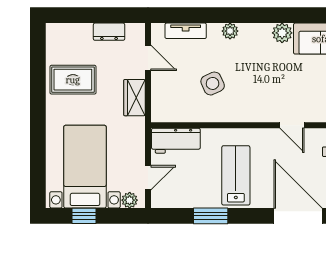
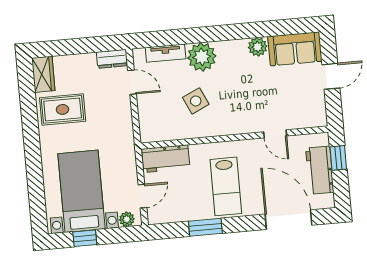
plant: (230, 31) -> (202, 57), width x1.87, depth x1.87
dresser: (109, 32) -> (112, 59), moved
wardrobe: (134, 98) -> (43, 74), moved, turned 180
lab bench: (236, 175) -> (226, 186), turned 180

